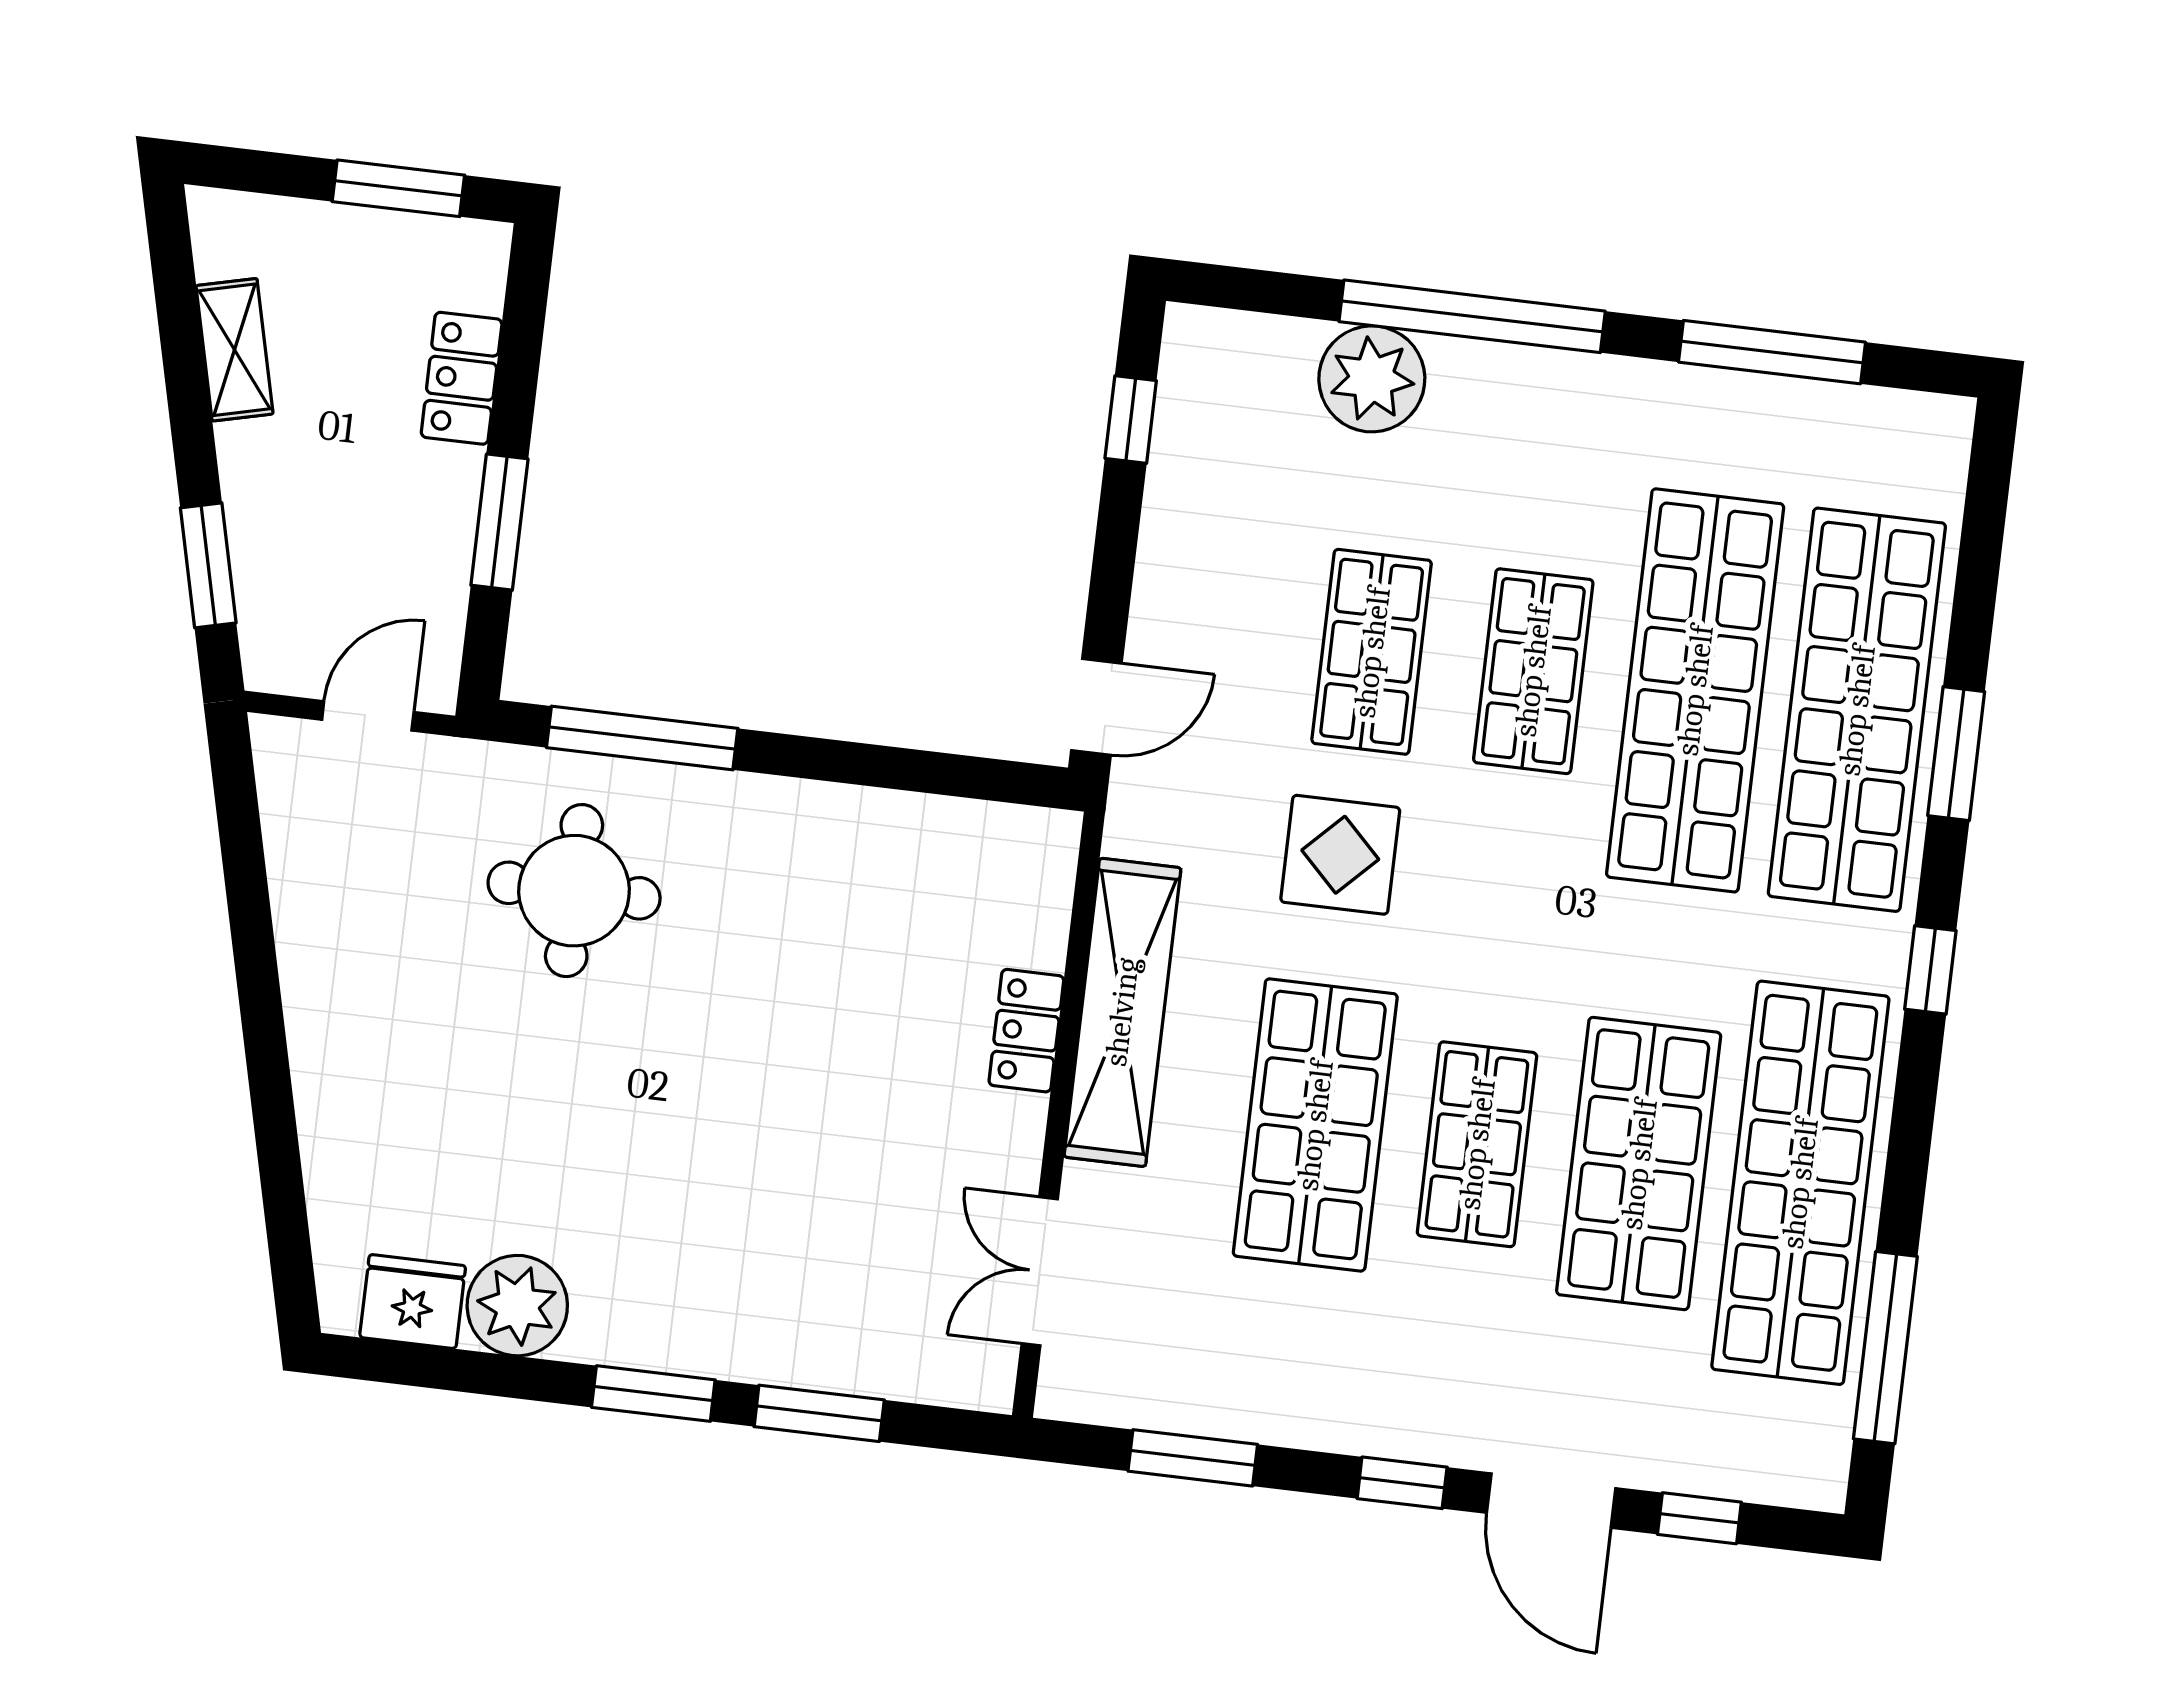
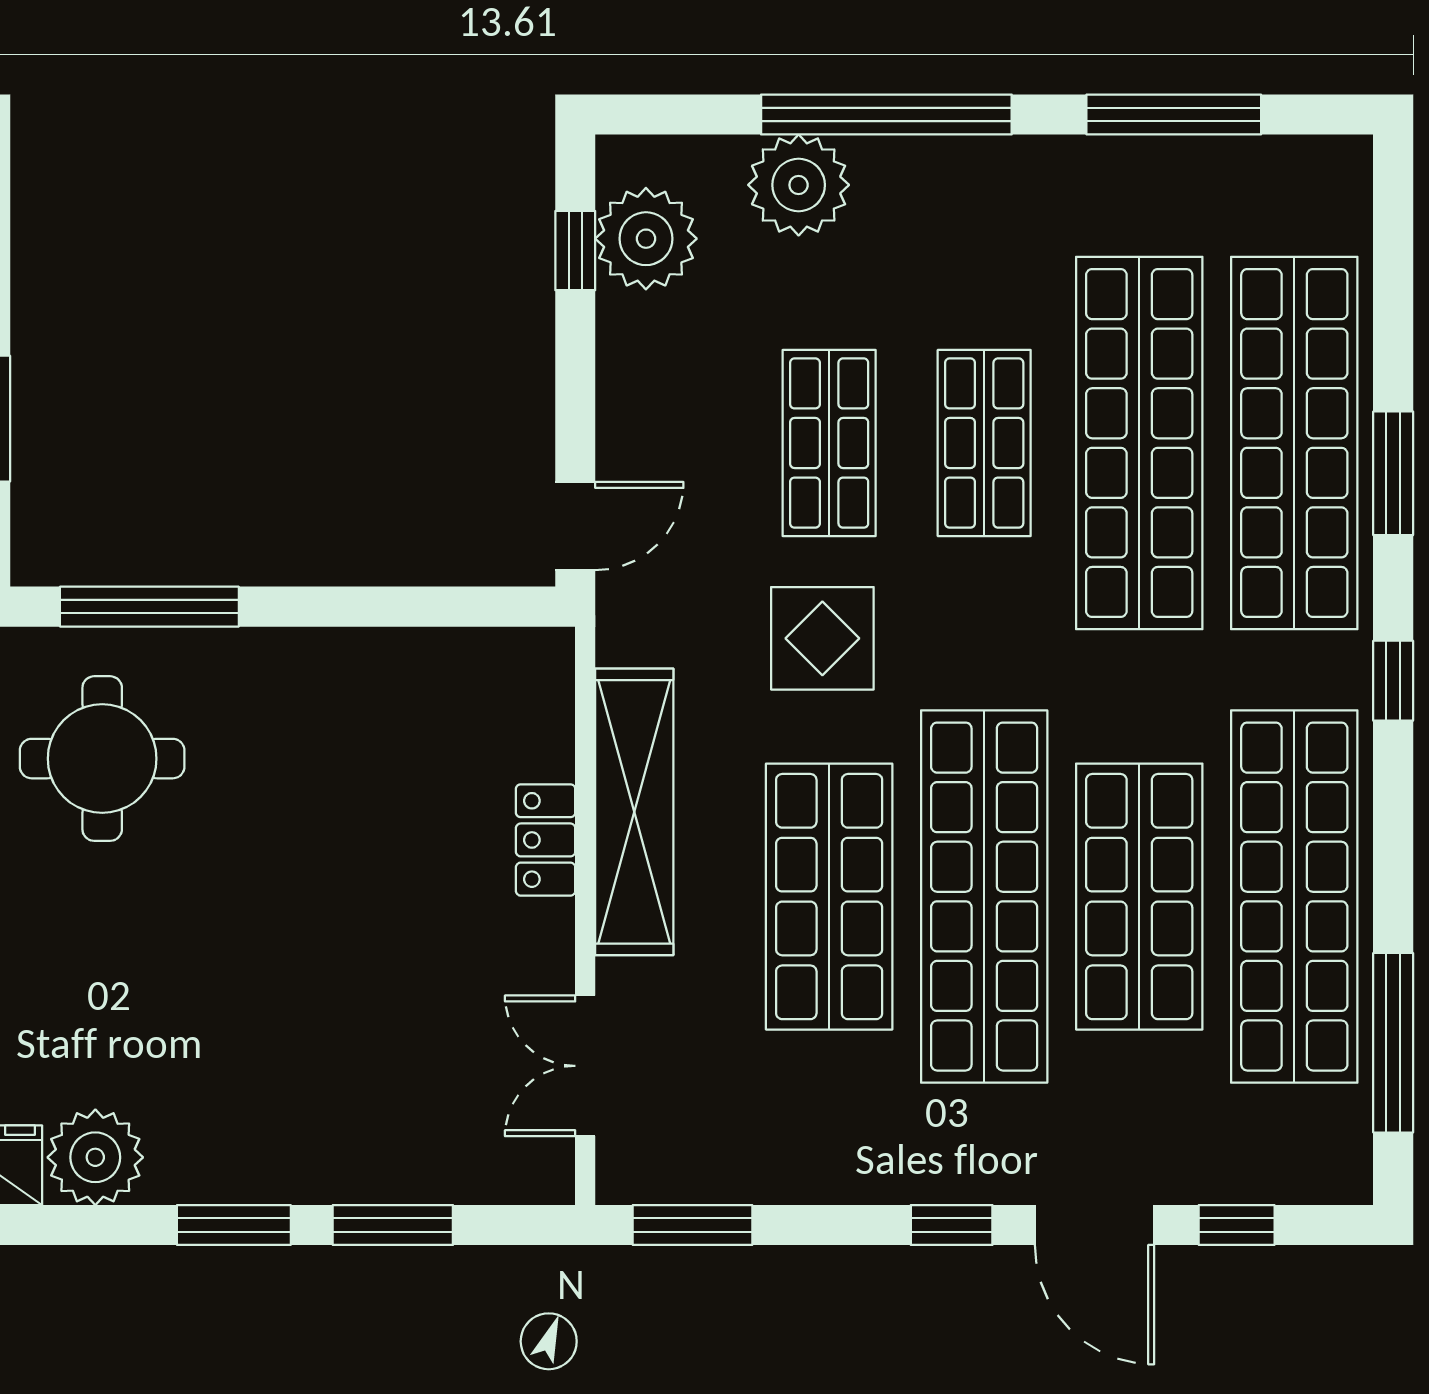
plant: (1206, 416) -> (646, 239), added
shop shelf: (1477, 1144) -> (984, 897), width x2.00, depth x1.36
window: (1193, 1458) -> (692, 1225), moved

